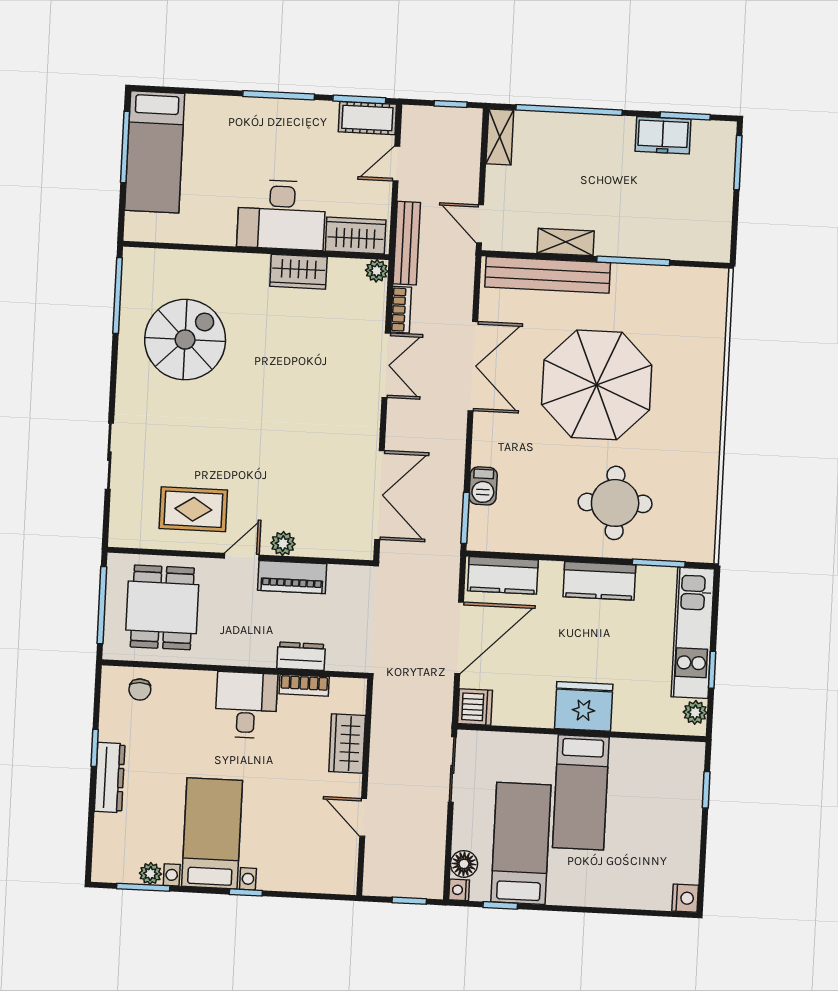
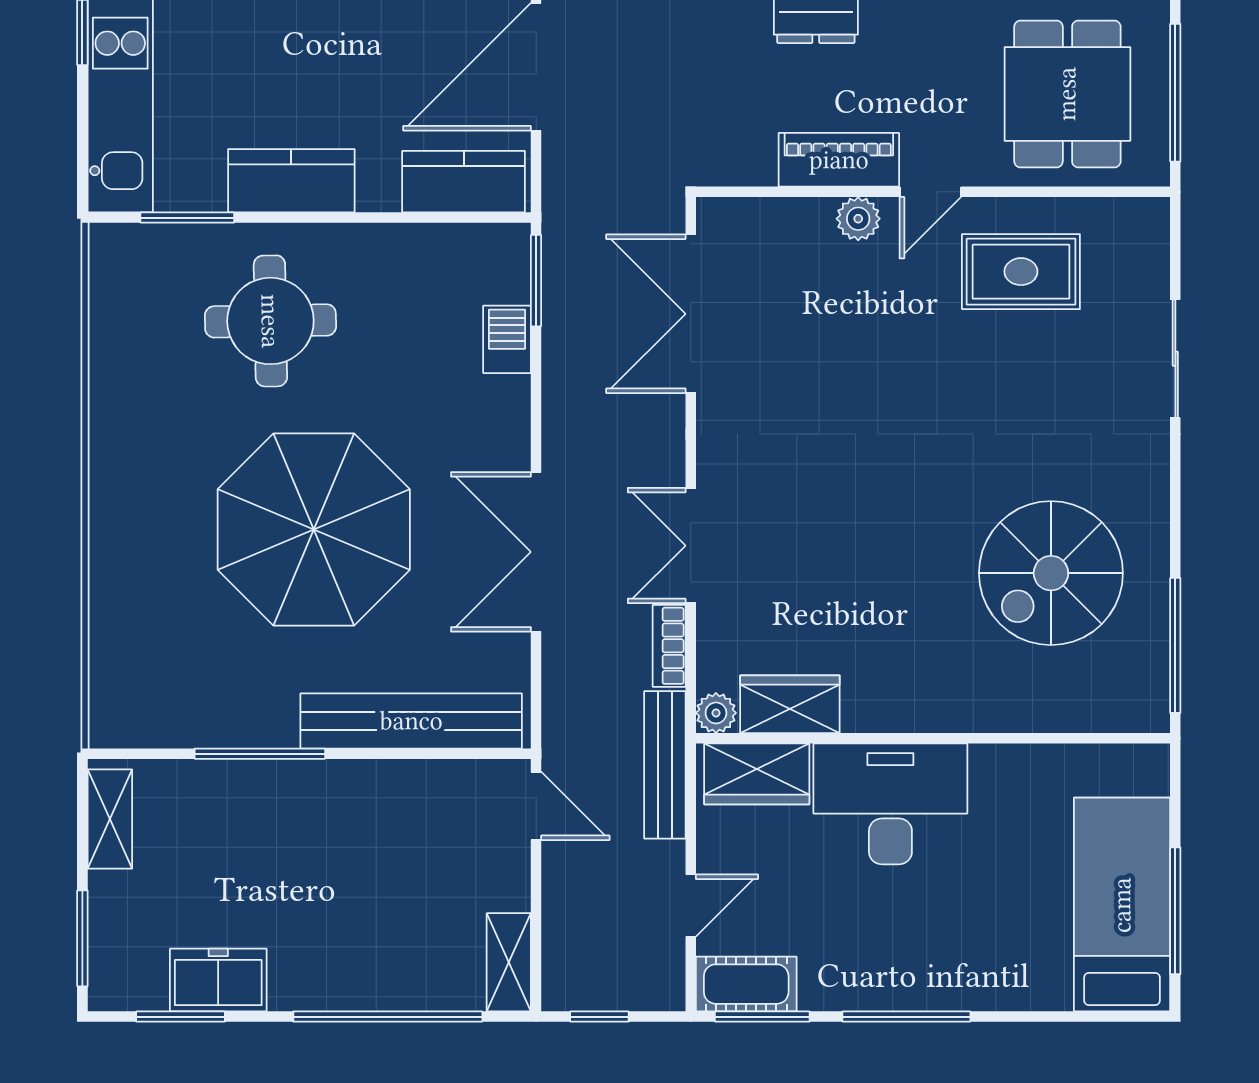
shelving: (566, 242) -> (110, 819), moved, turned 90
wardrobe: (298, 272) -> (790, 704), moved

